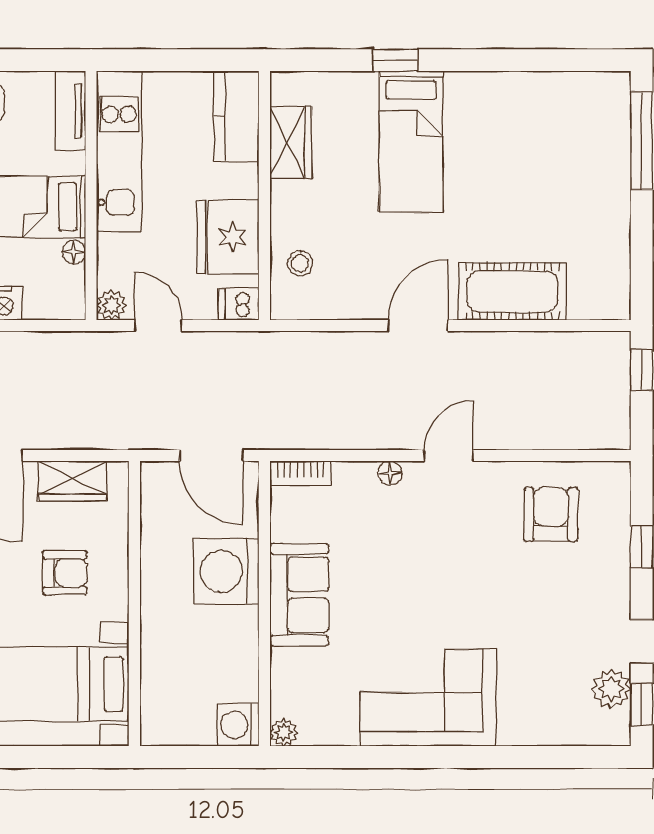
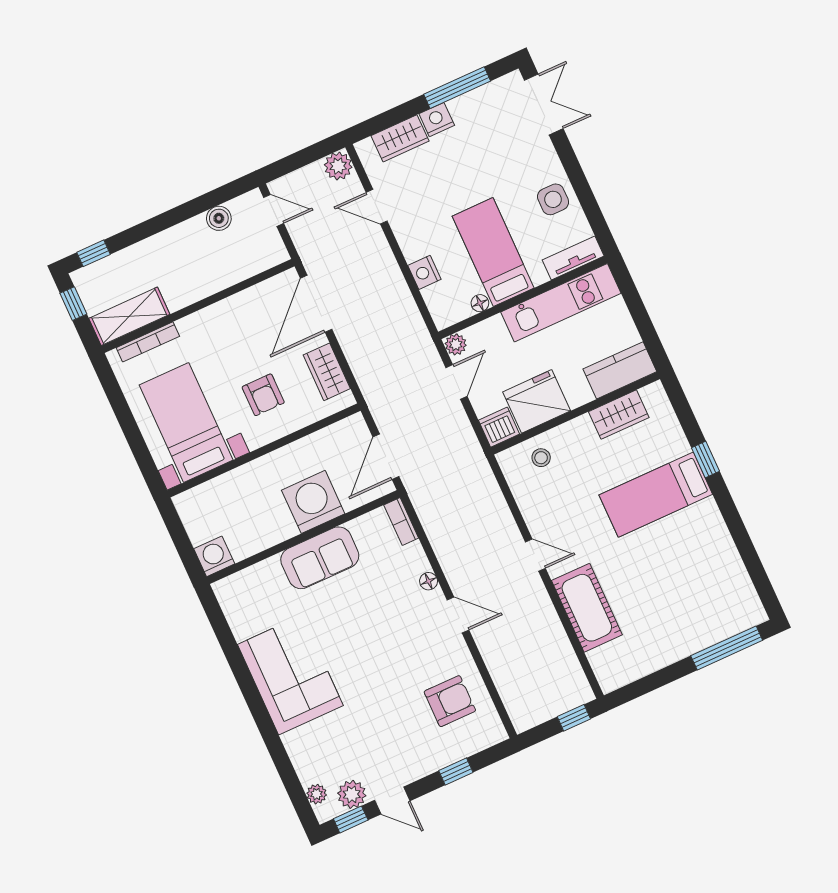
dishwasher: (239, 304) -> (499, 427), width x1.38
door: (418, 326) -> (535, 555), width x0.73
plant: (284, 732) -> (317, 794), moved

